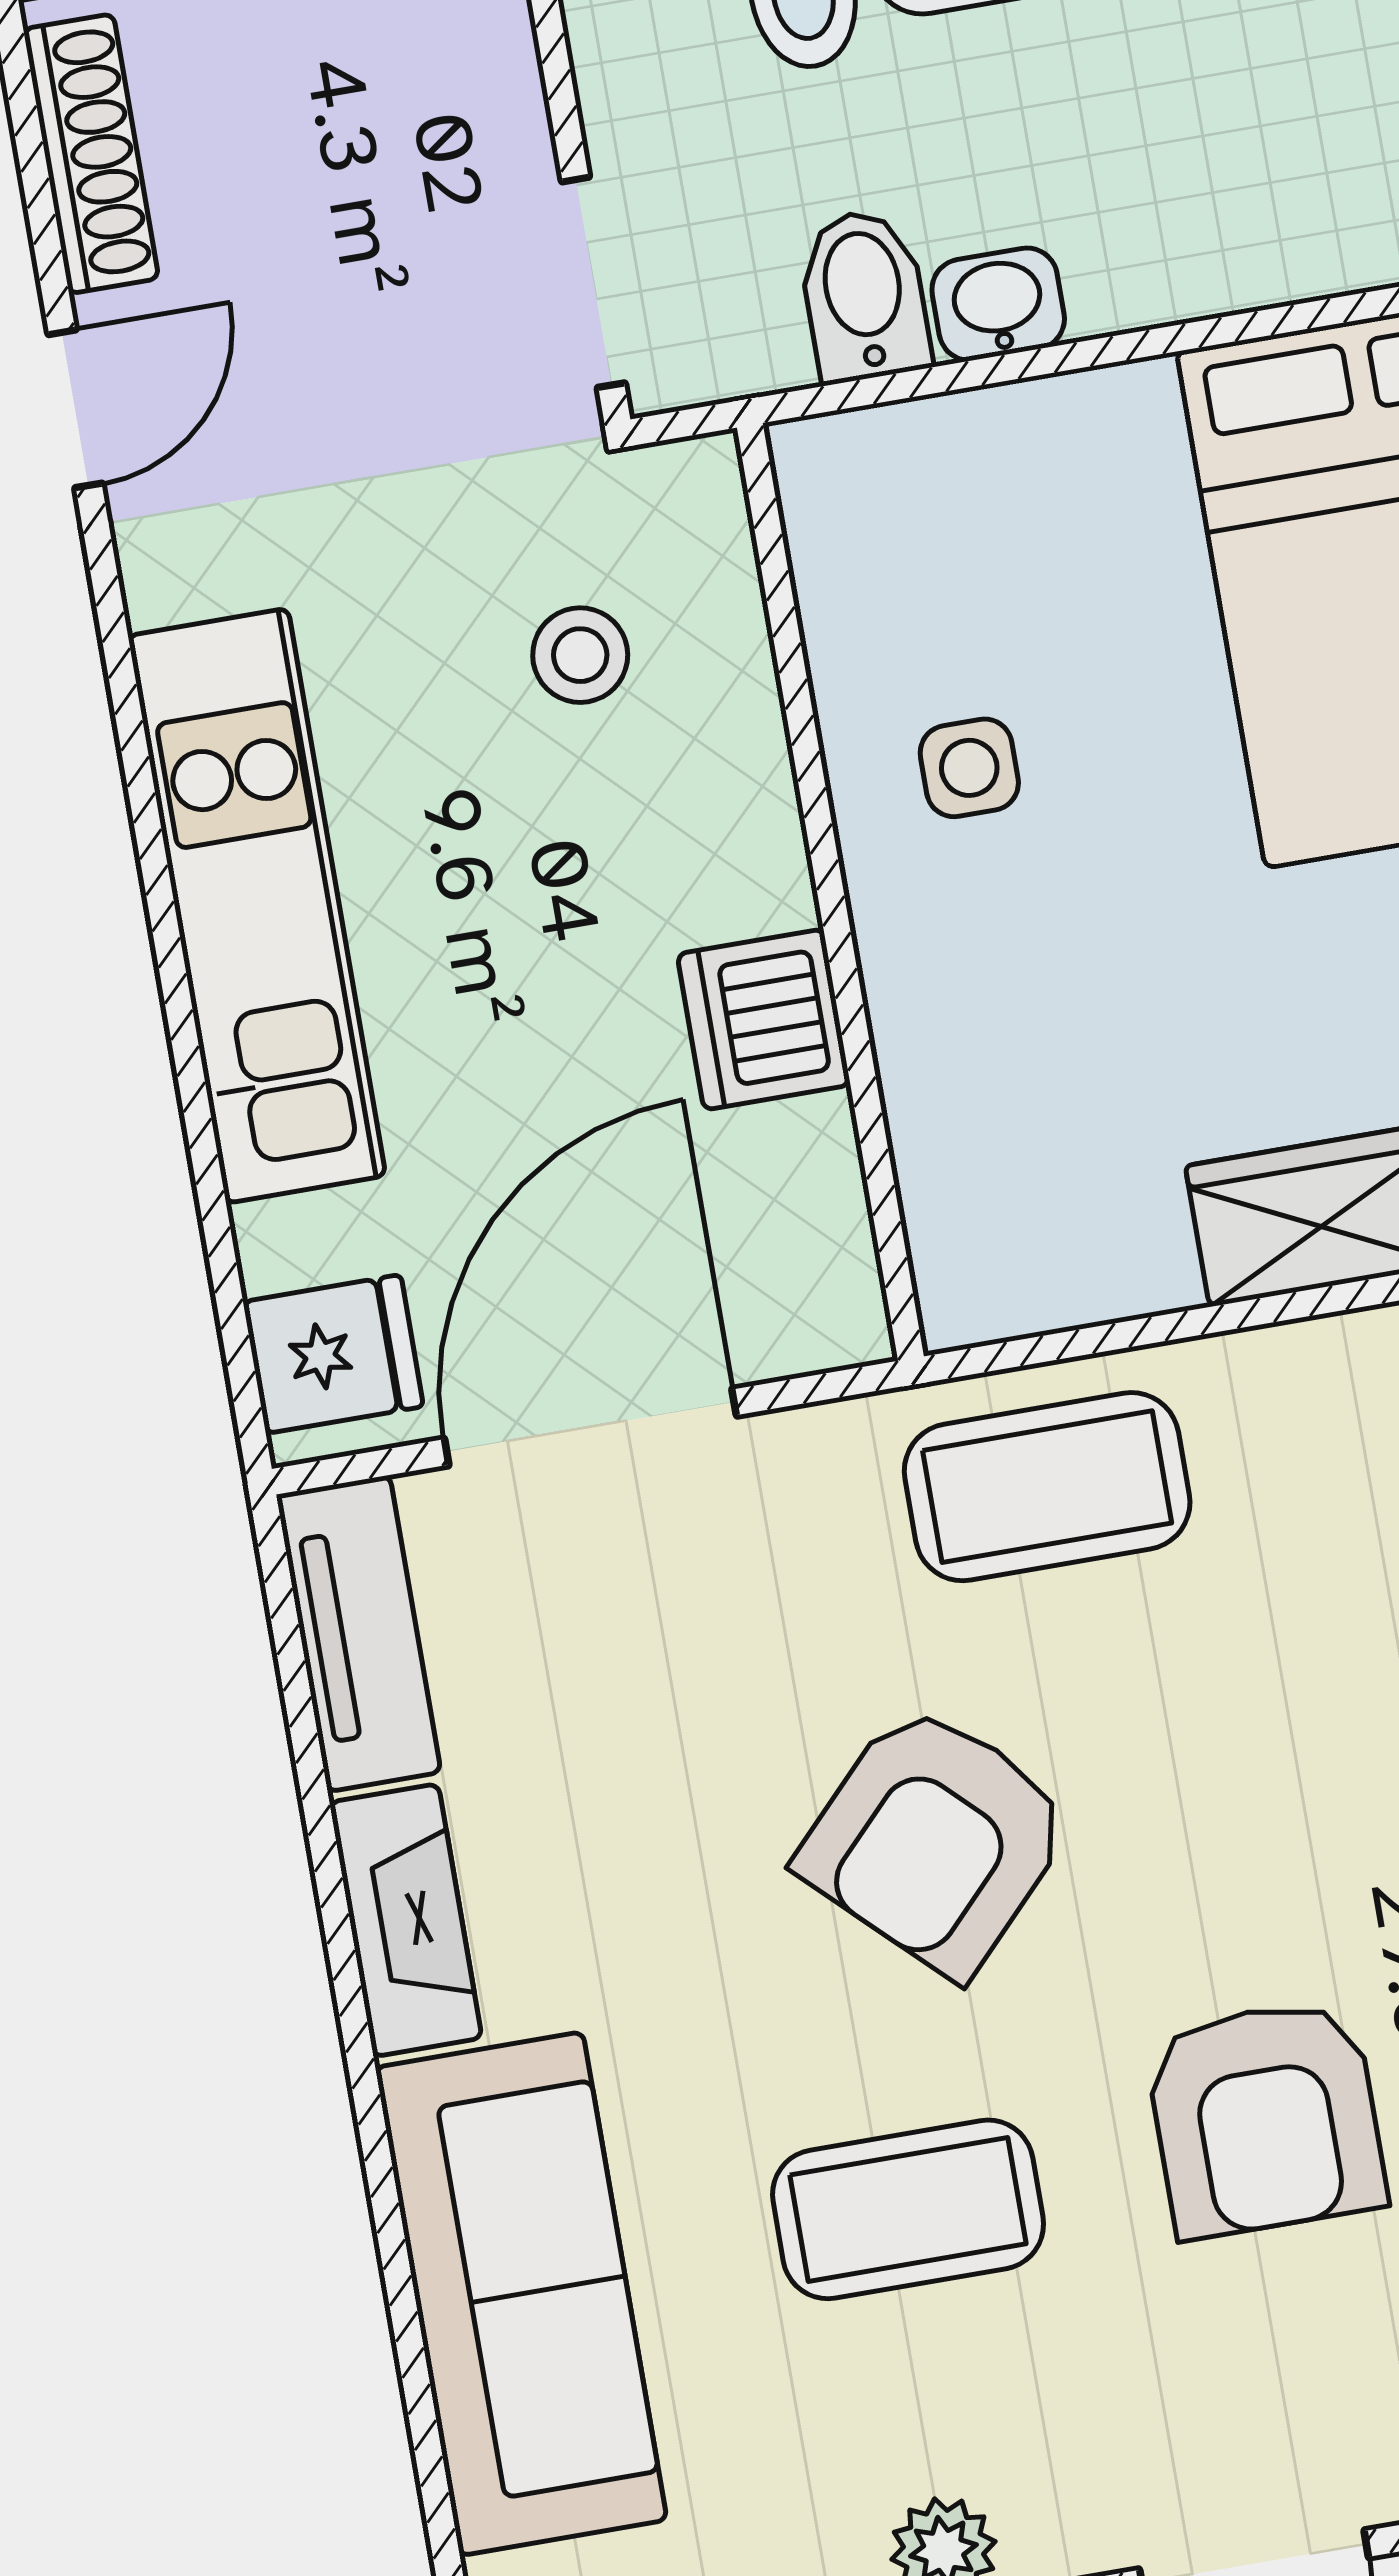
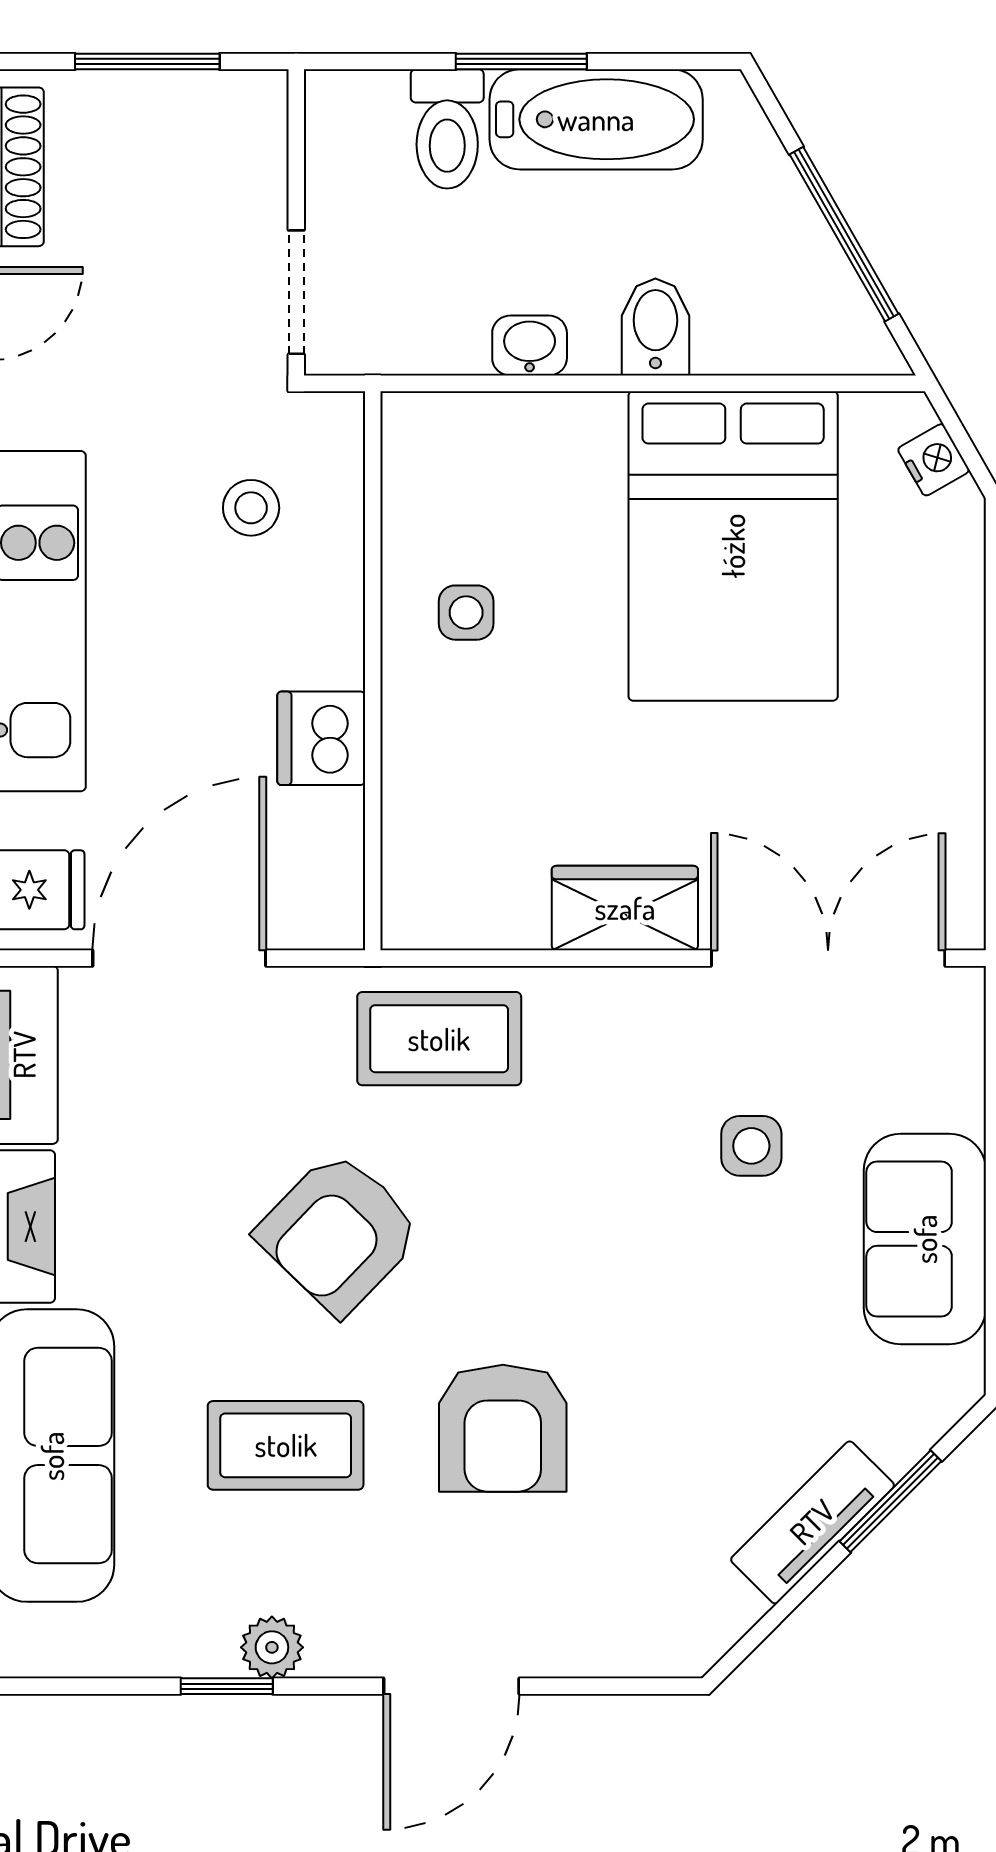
bidet: (864, 295) -> (655, 327), moved

